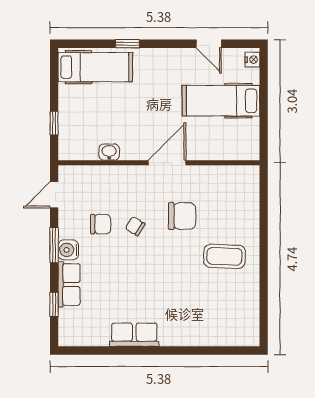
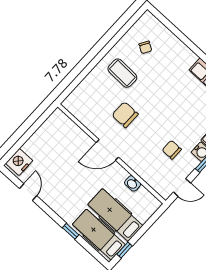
nightstand: (252, 60) -> (19, 162), width x1.89, depth x1.79
hospital bed: (221, 101) -> (115, 215), moved, turned 180
window: (54, 123) -> (124, 250), moved
chair: (135, 226) -> (145, 47), moved

